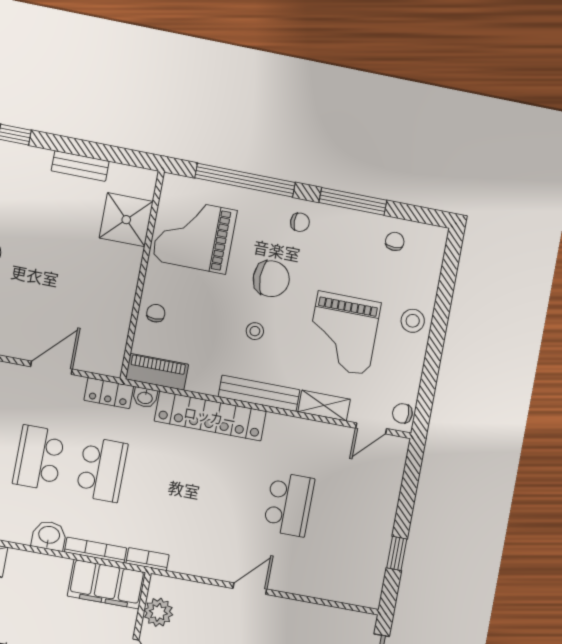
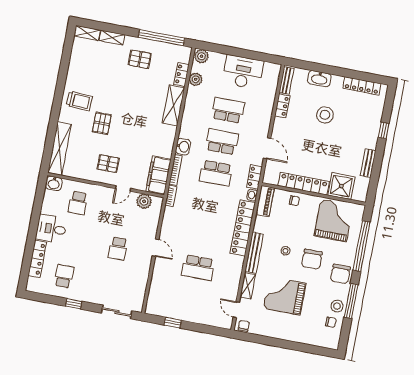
chair: (300, 222) -> (340, 274), width x1.87, depth x1.87
locker: (122, 295) -> (304, 184), added
stool: (413, 321) -> (337, 306), moved

